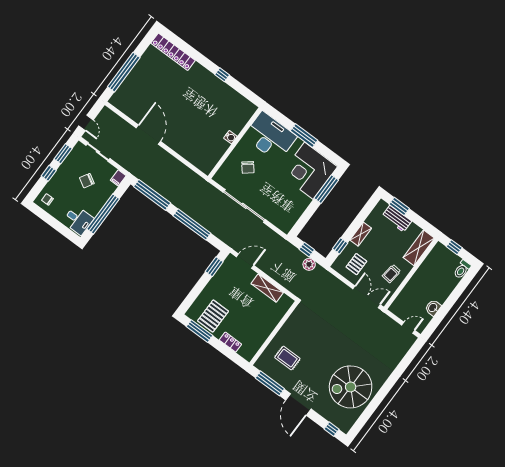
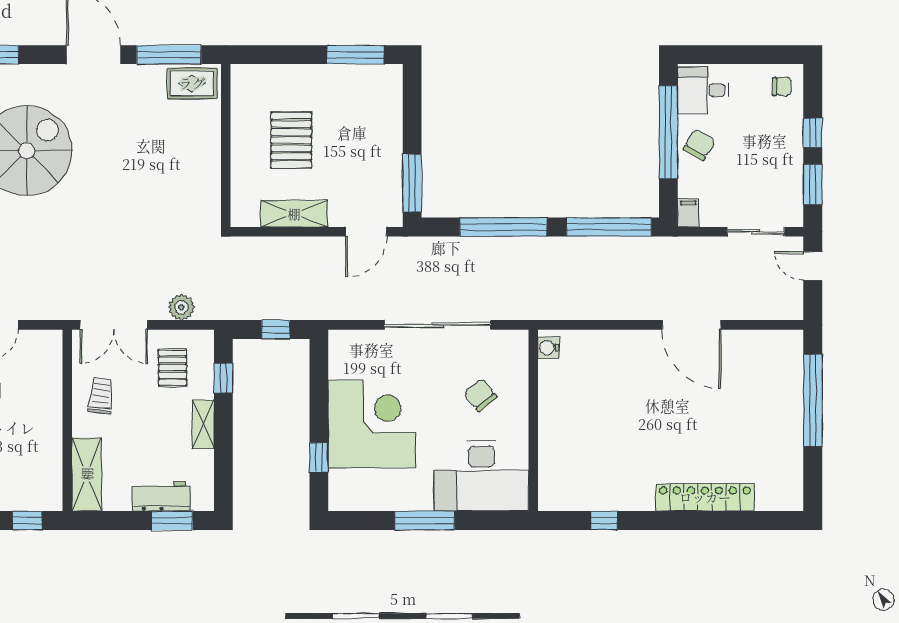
locker: (173, 52) -> (705, 497), moved
window: (222, 75) -> (604, 521), moved
water cooler: (230, 137) -> (548, 348), moved
corner desk: (309, 171) -> (372, 424), moved
chair: (87, 181) -> (699, 145), moved
window: (326, 189) -> (319, 457), width x0.46
plant: (309, 264) -> (181, 307), moved
window: (214, 267) -> (412, 183), width x1.44
pallet: (213, 316) -> (291, 140), moved
locker: (230, 342) -> (289, 75), removed
rug: (287, 358) -> (192, 83), moved

